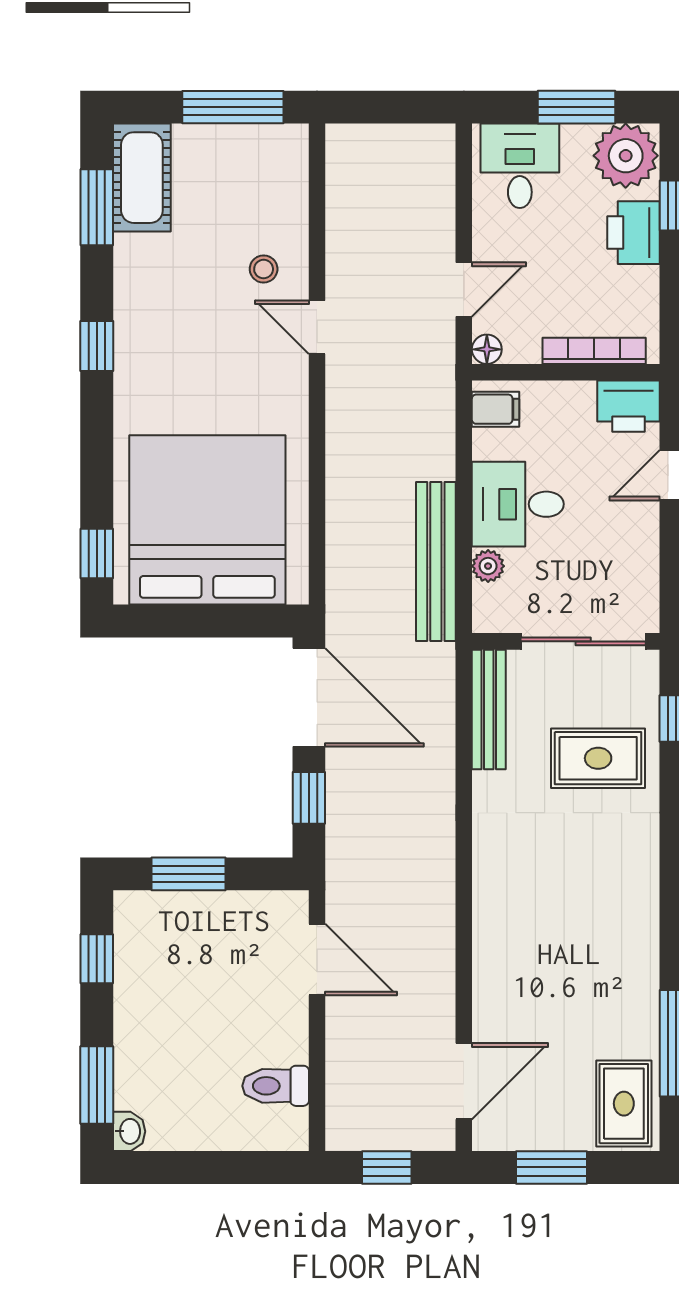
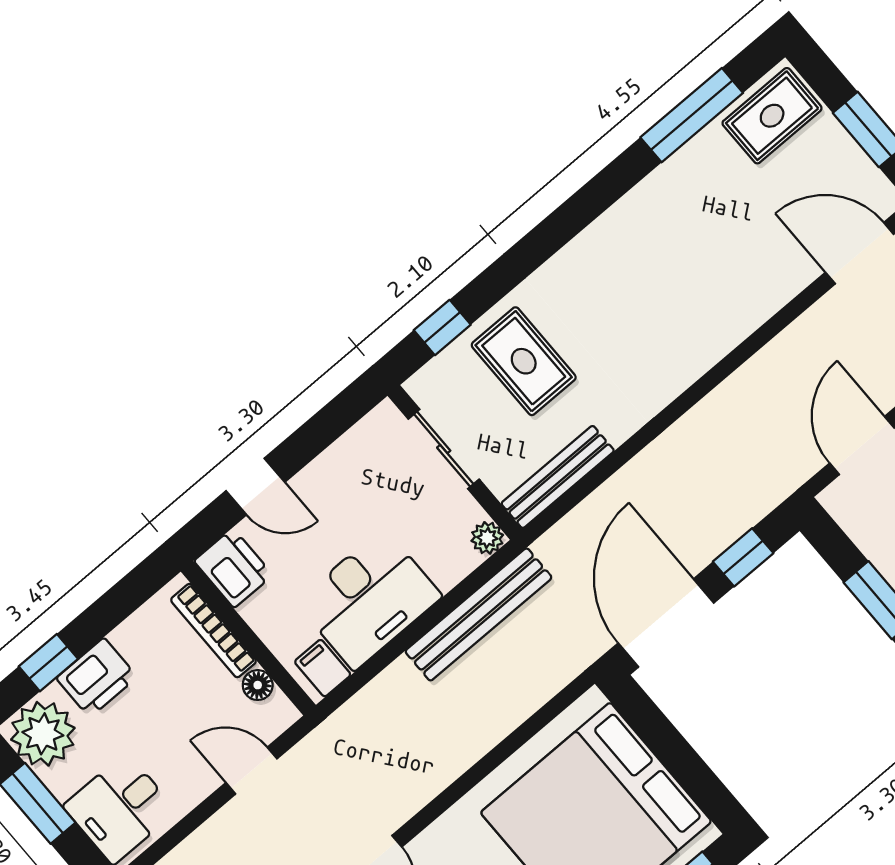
floor lamp: (487, 349) -> (258, 685), moved
desk: (518, 504) -> (369, 599), width x1.37
plant: (488, 566) -> (487, 538), moved
sliding door: (583, 641) -> (444, 449), width x0.73

